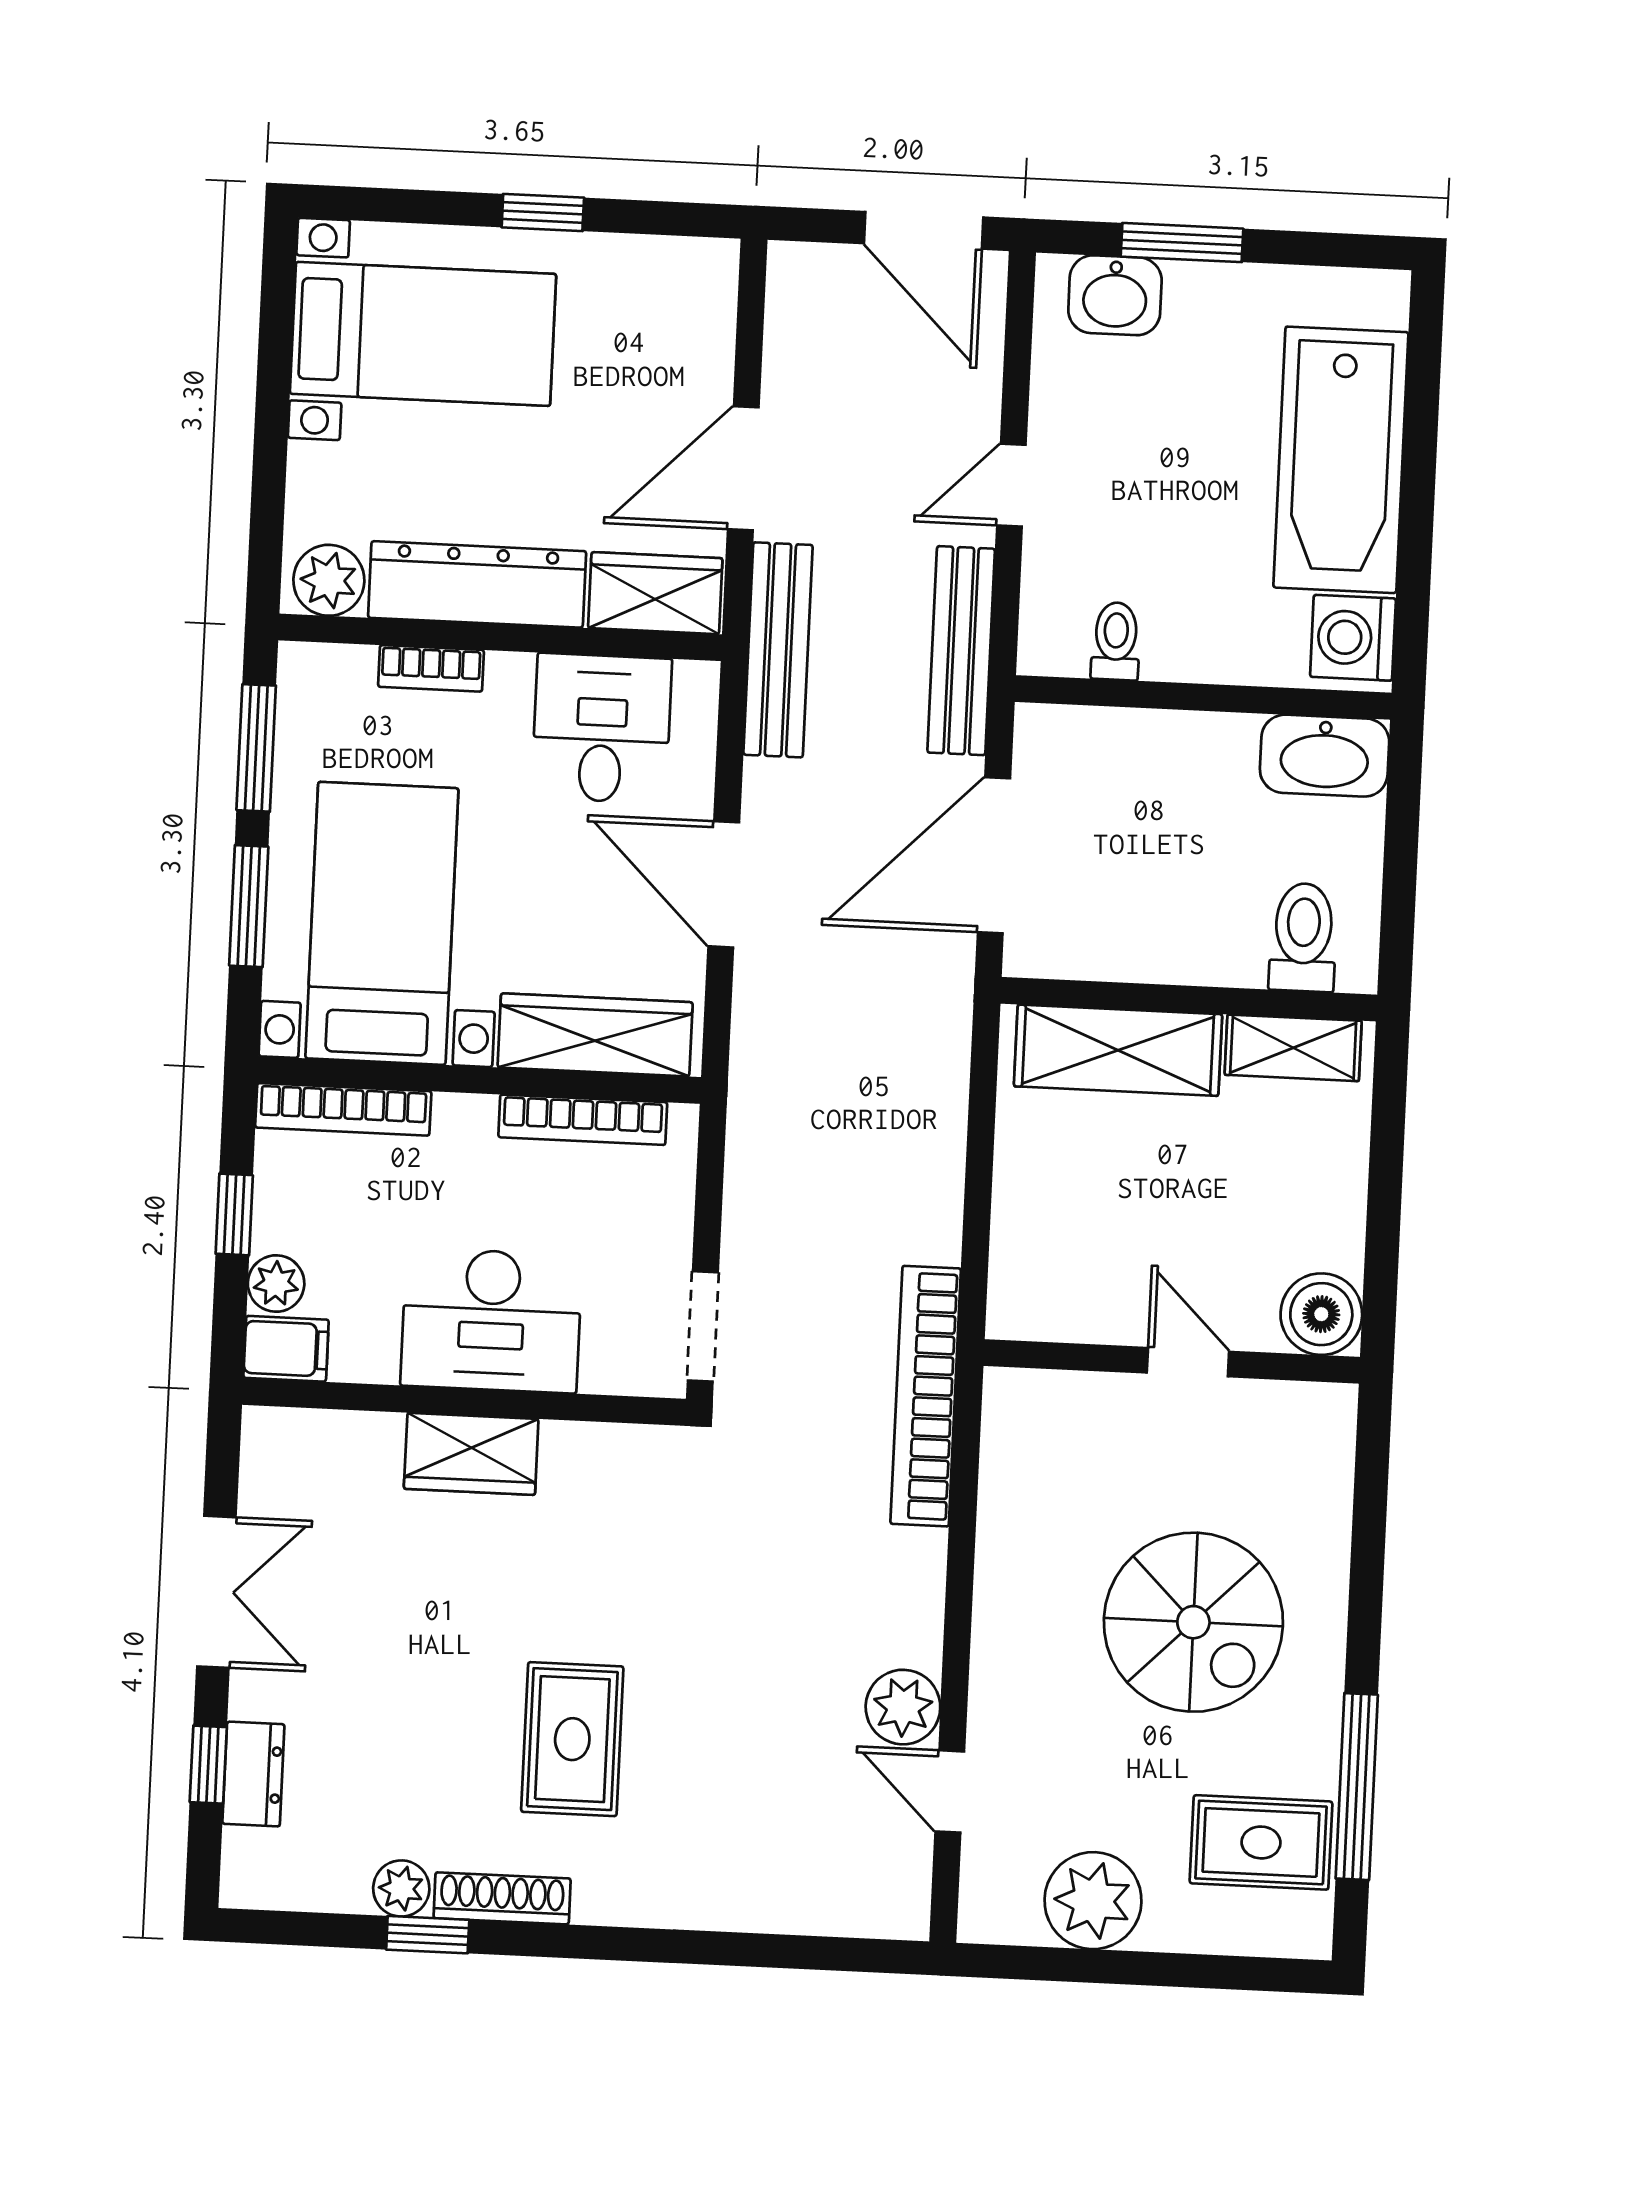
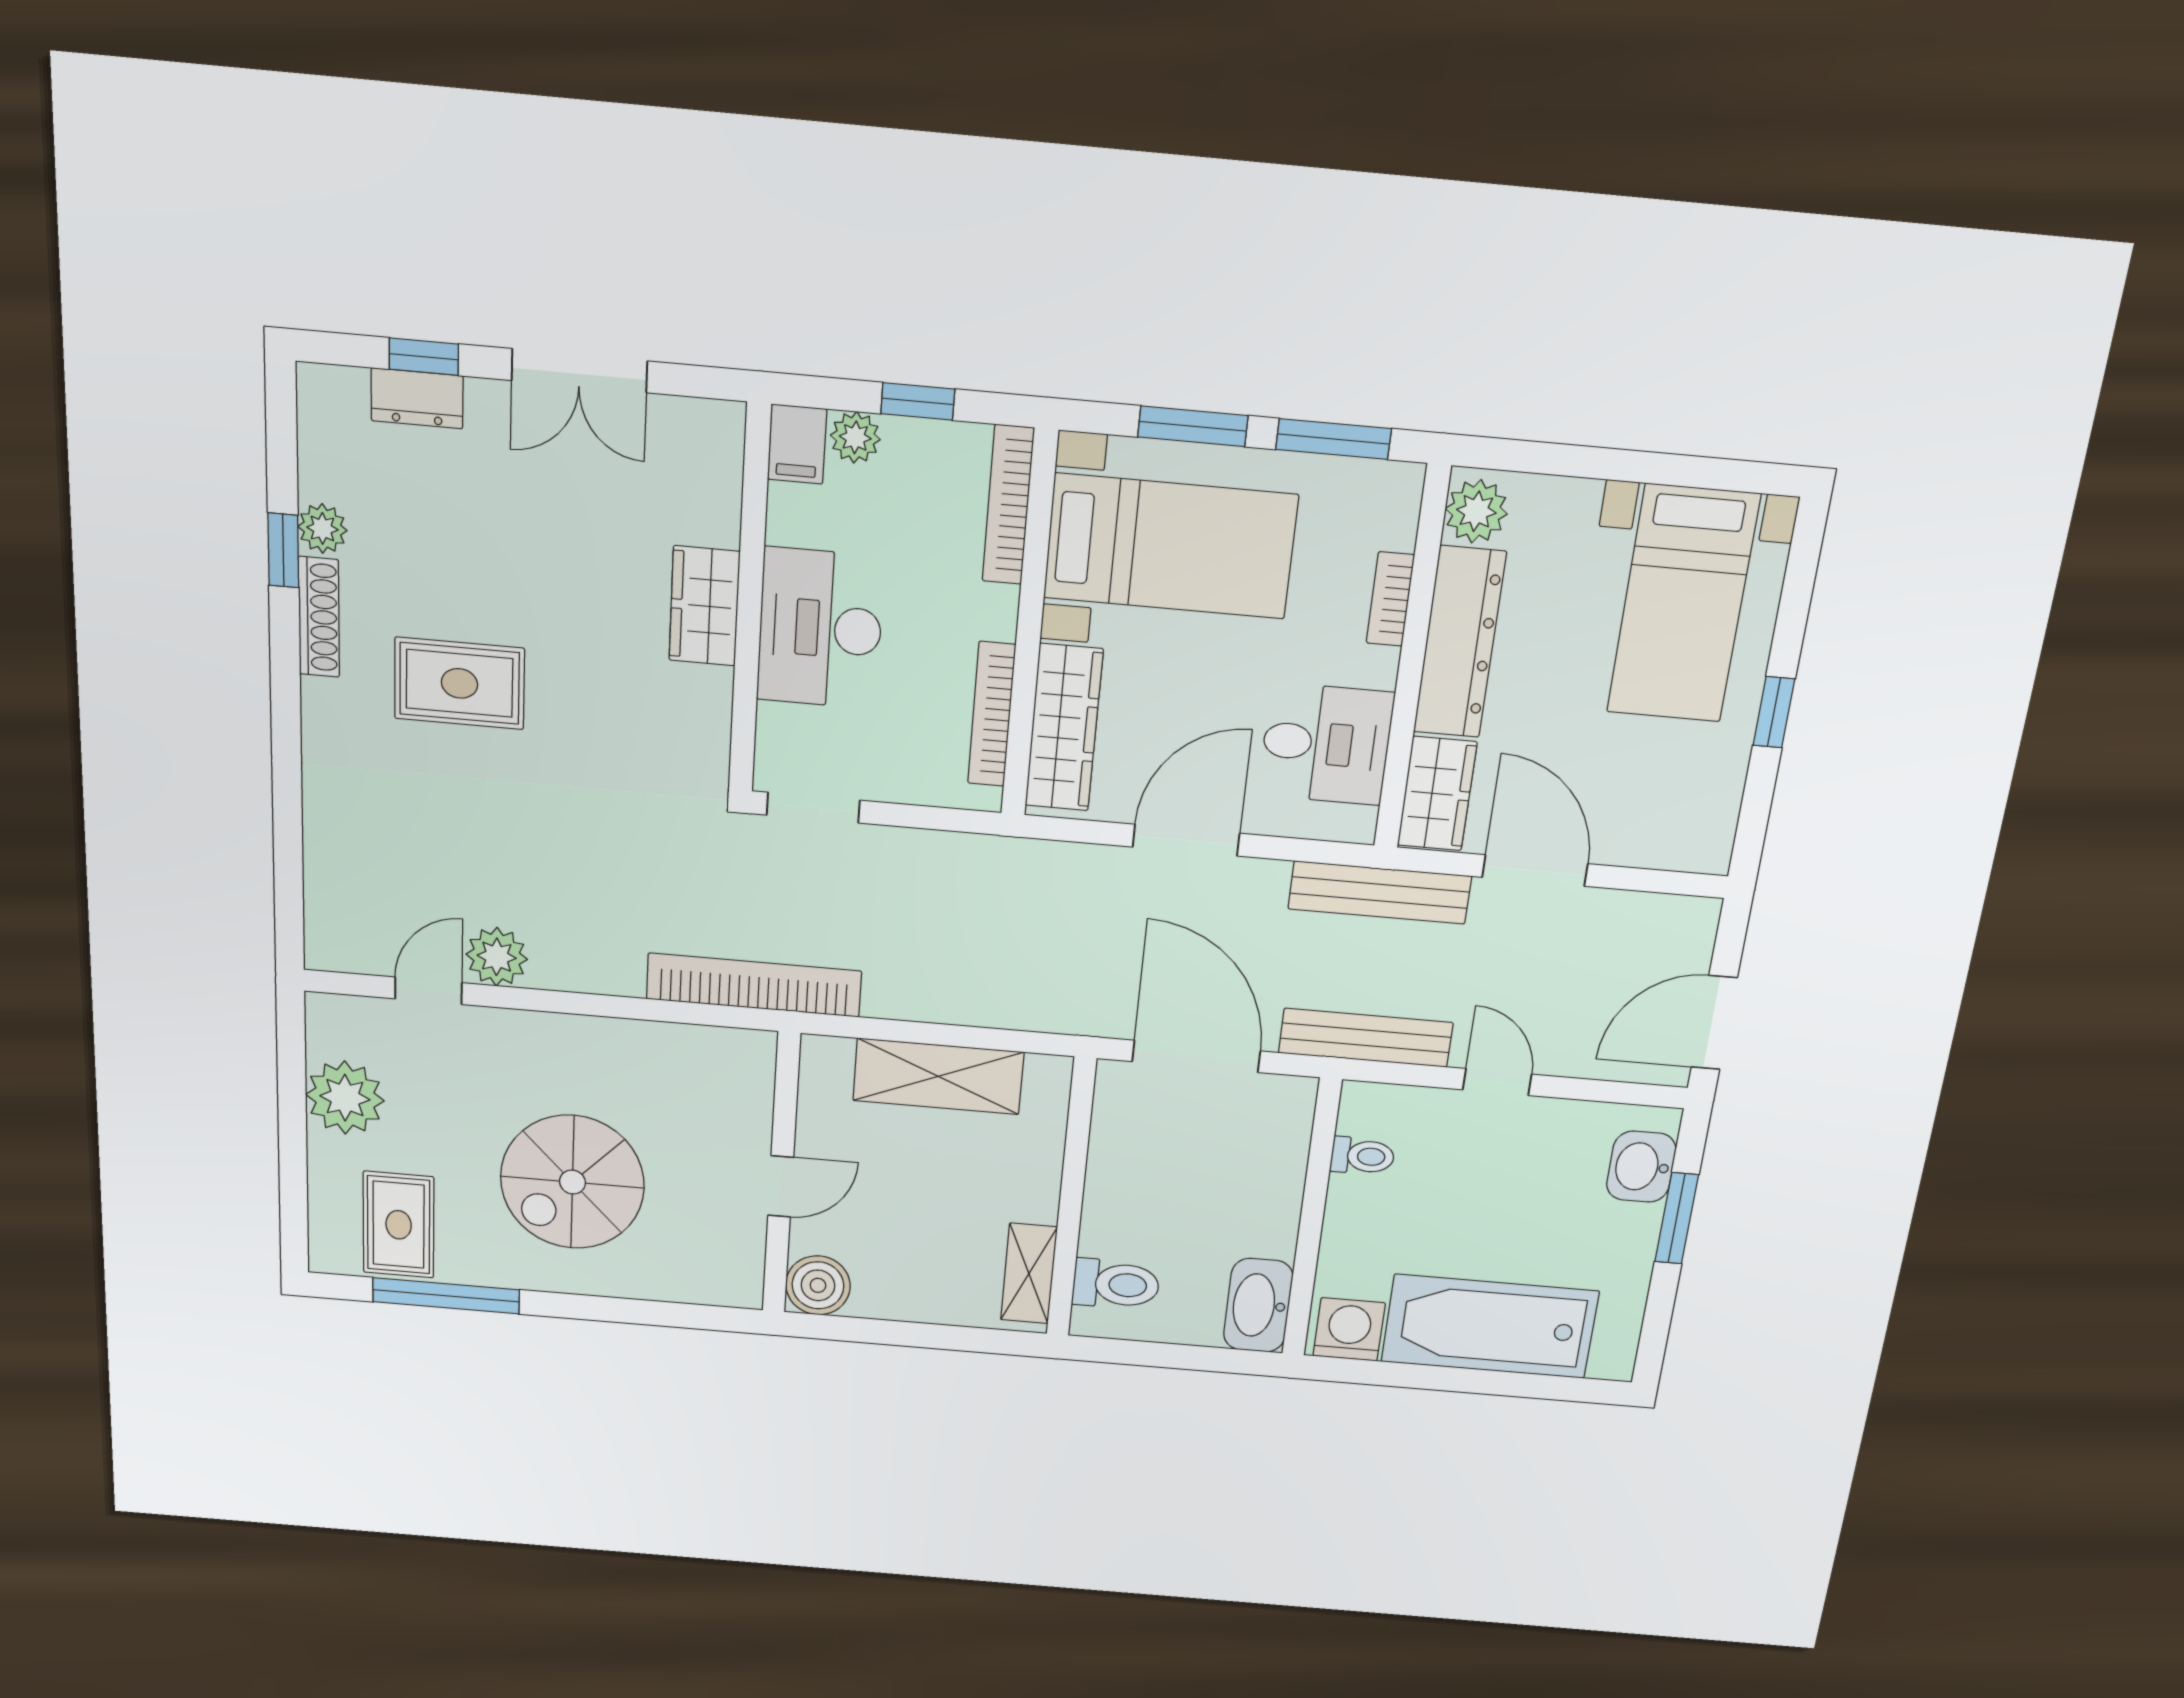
shelving: (1118, 1050) -> (938, 1076), moved, turned 90

